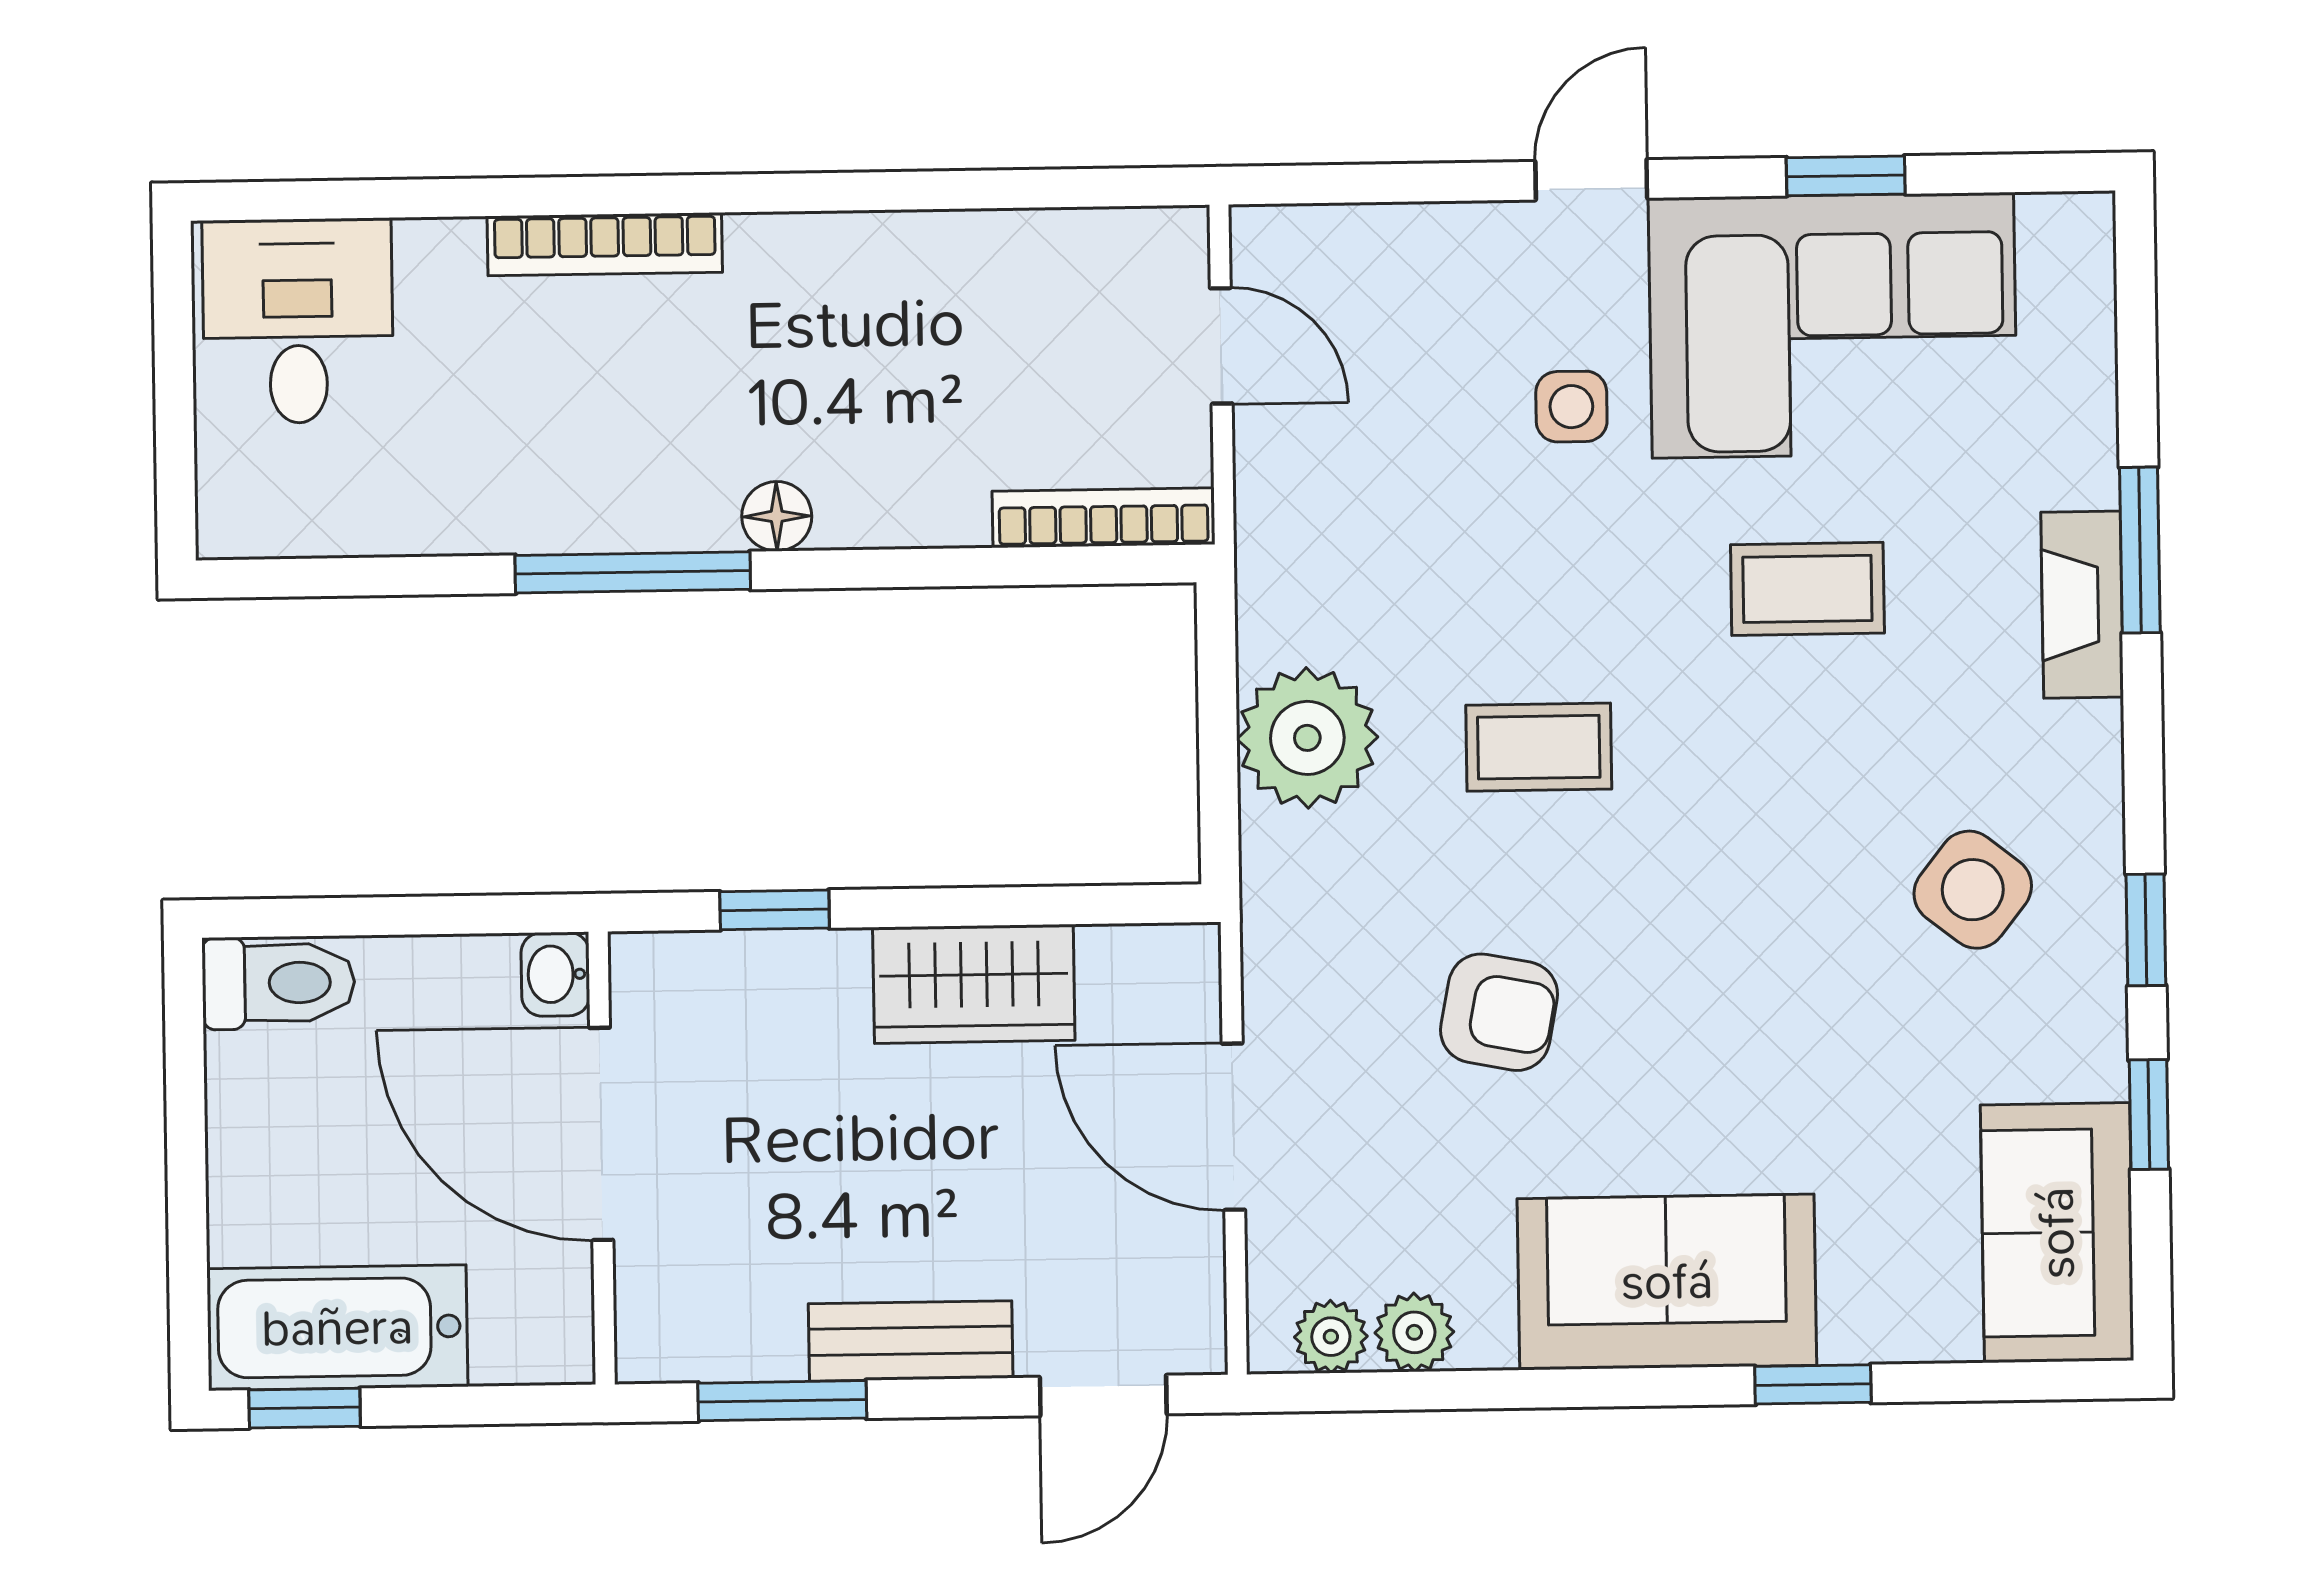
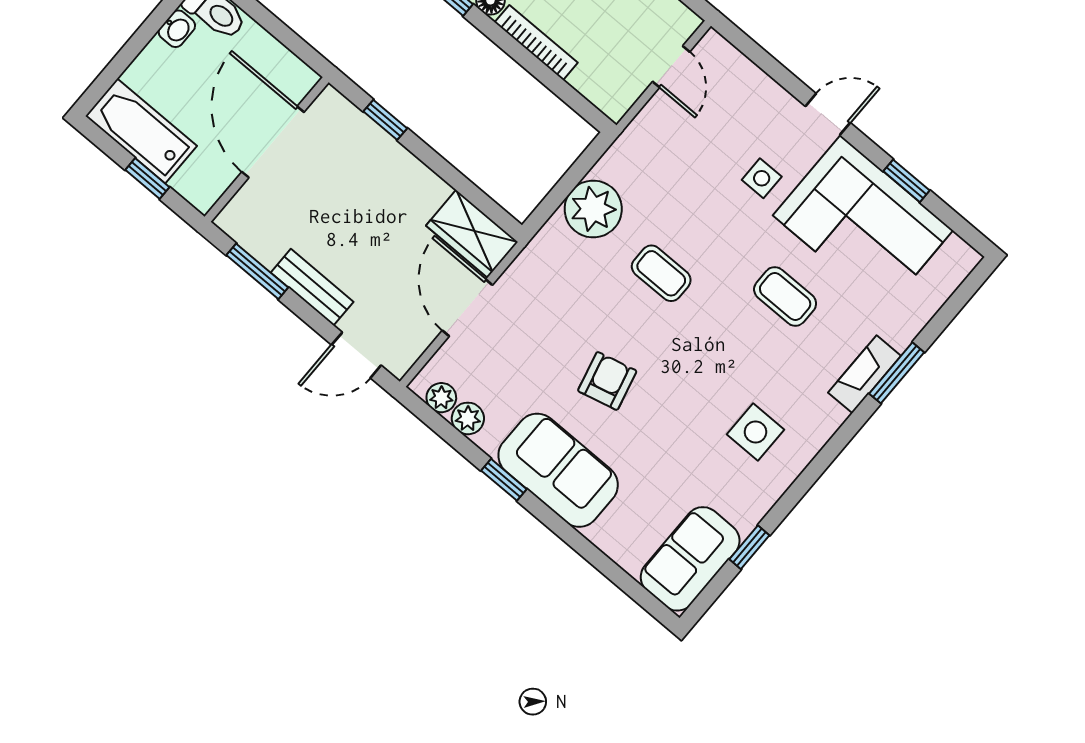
bookcase: (1104, 518) -> (536, 43), moved
side table: (1973, 890) -> (756, 432), turned -38
window: (2146, 930) -> (798, 490), removed
washbasin: (555, 974) -> (177, 29), moved, turned 180
wardrobe: (974, 984) -> (472, 234), moved
armchair: (1499, 1012) -> (607, 381), moved, turned -115
window: (1813, 1384) -> (504, 480), moved
window: (305, 1408) -> (147, 179), moved

